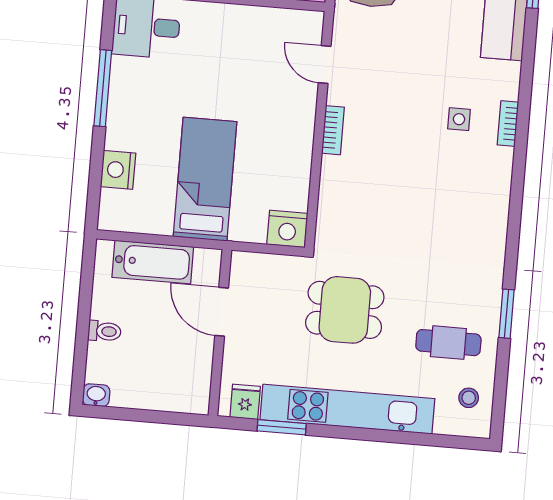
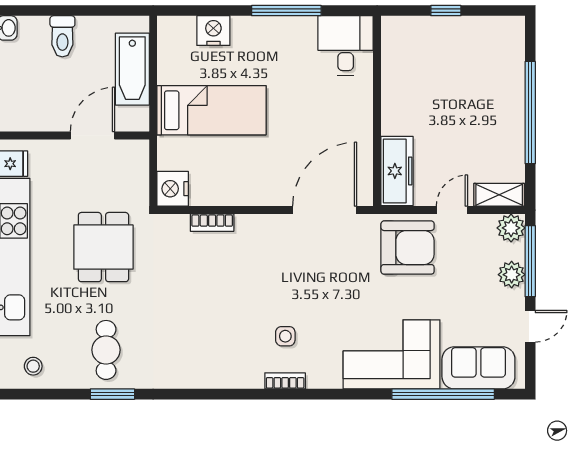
door: (325, 64) -> (325, 210), width x1.87
bookcase: (333, 130) -> (212, 223), moved
toilet: (104, 331) -> (62, 36), width x1.37, depth x1.39
cafe table: (448, 343) -> (106, 350), moved

